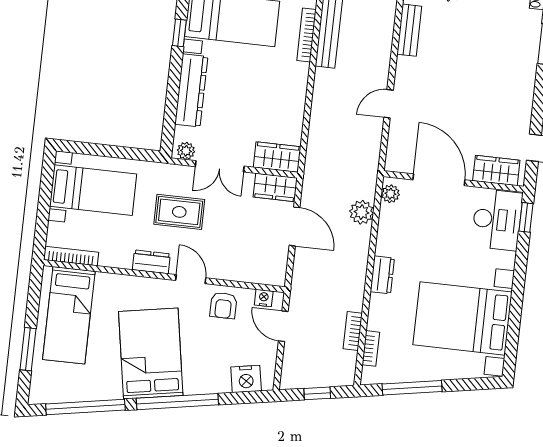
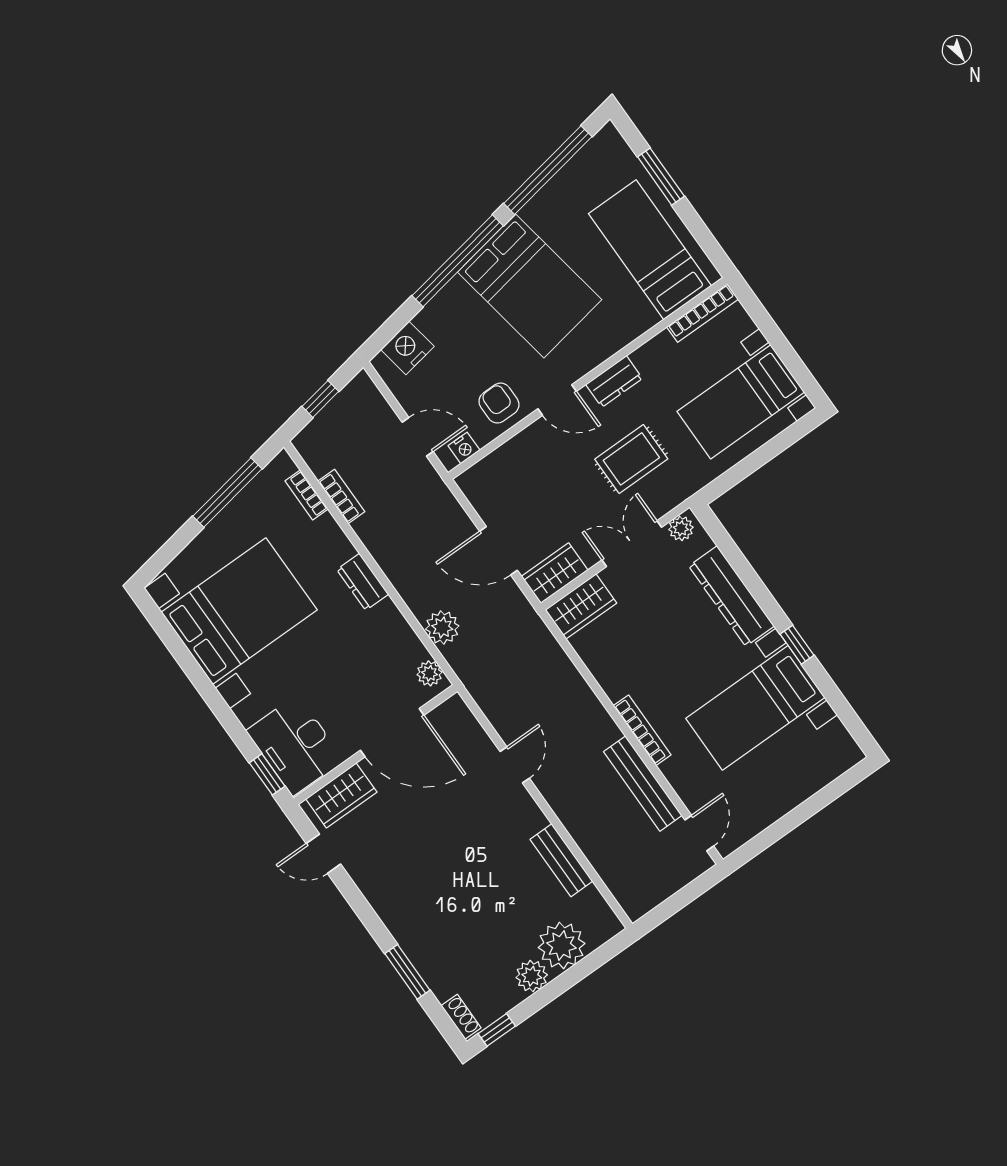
bookcase: (306, 35) -> (642, 730), moved

